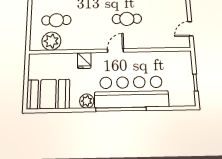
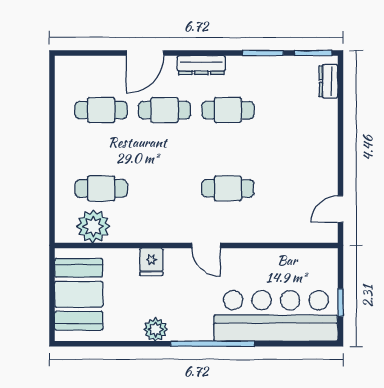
door: (115, 51) -> (206, 245), swing flipped
bar counter: (131, 92) -> (276, 316), moved
booth: (48, 94) -> (79, 294), moved, turned 90

